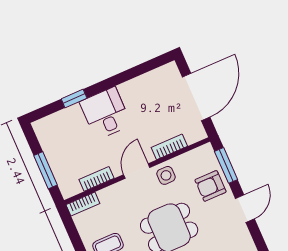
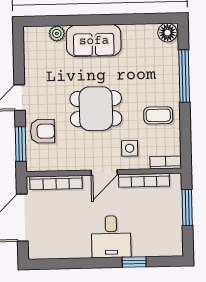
bookcase: (169, 147) -> (56, 183), width x1.56
side table: (166, 175) -> (130, 148), moved
bookcase: (96, 179) -> (144, 180), width x1.56

